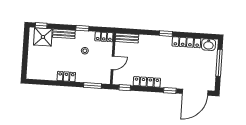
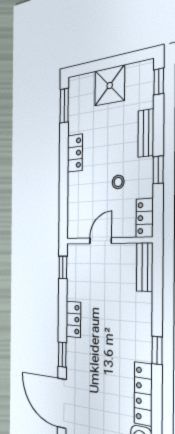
shower: (43, 37) -> (110, 86), moved
door: (113, 63) -> (101, 241), swing flipped
locker: (147, 82) -> (73, 319), width x0.66
window: (93, 86) -> (64, 106), moved

